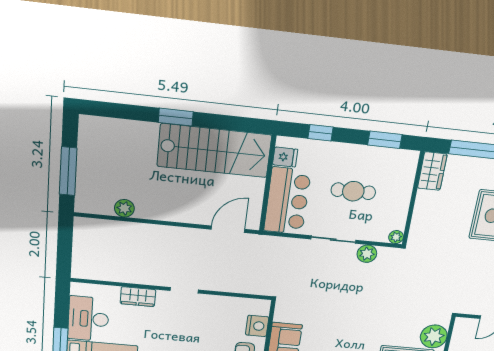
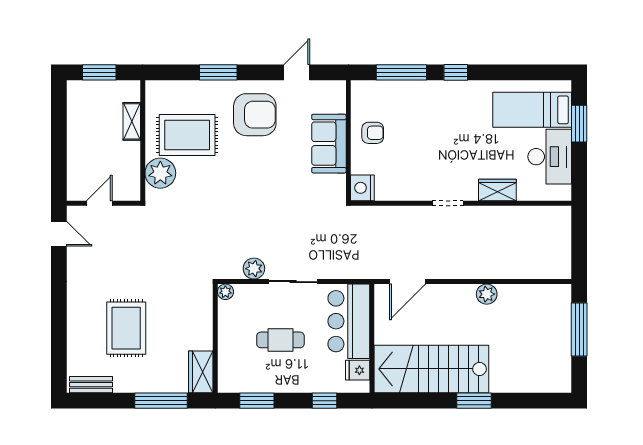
plant: (124, 208) -> (487, 294), moved
nightstand: (257, 326) -> (362, 188), moved

